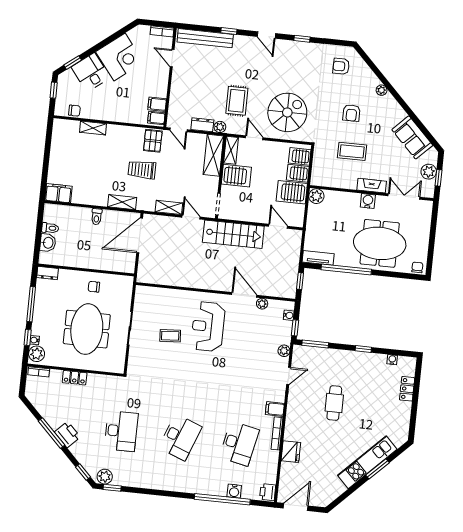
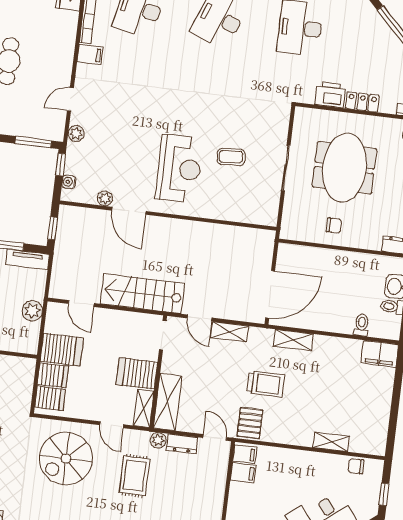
plant: (316, 196) -> (32, 311), moved
toilet: (97, 217) -> (362, 325), moved
printer: (67, 434) -> (330, 95), moved, turned 135

